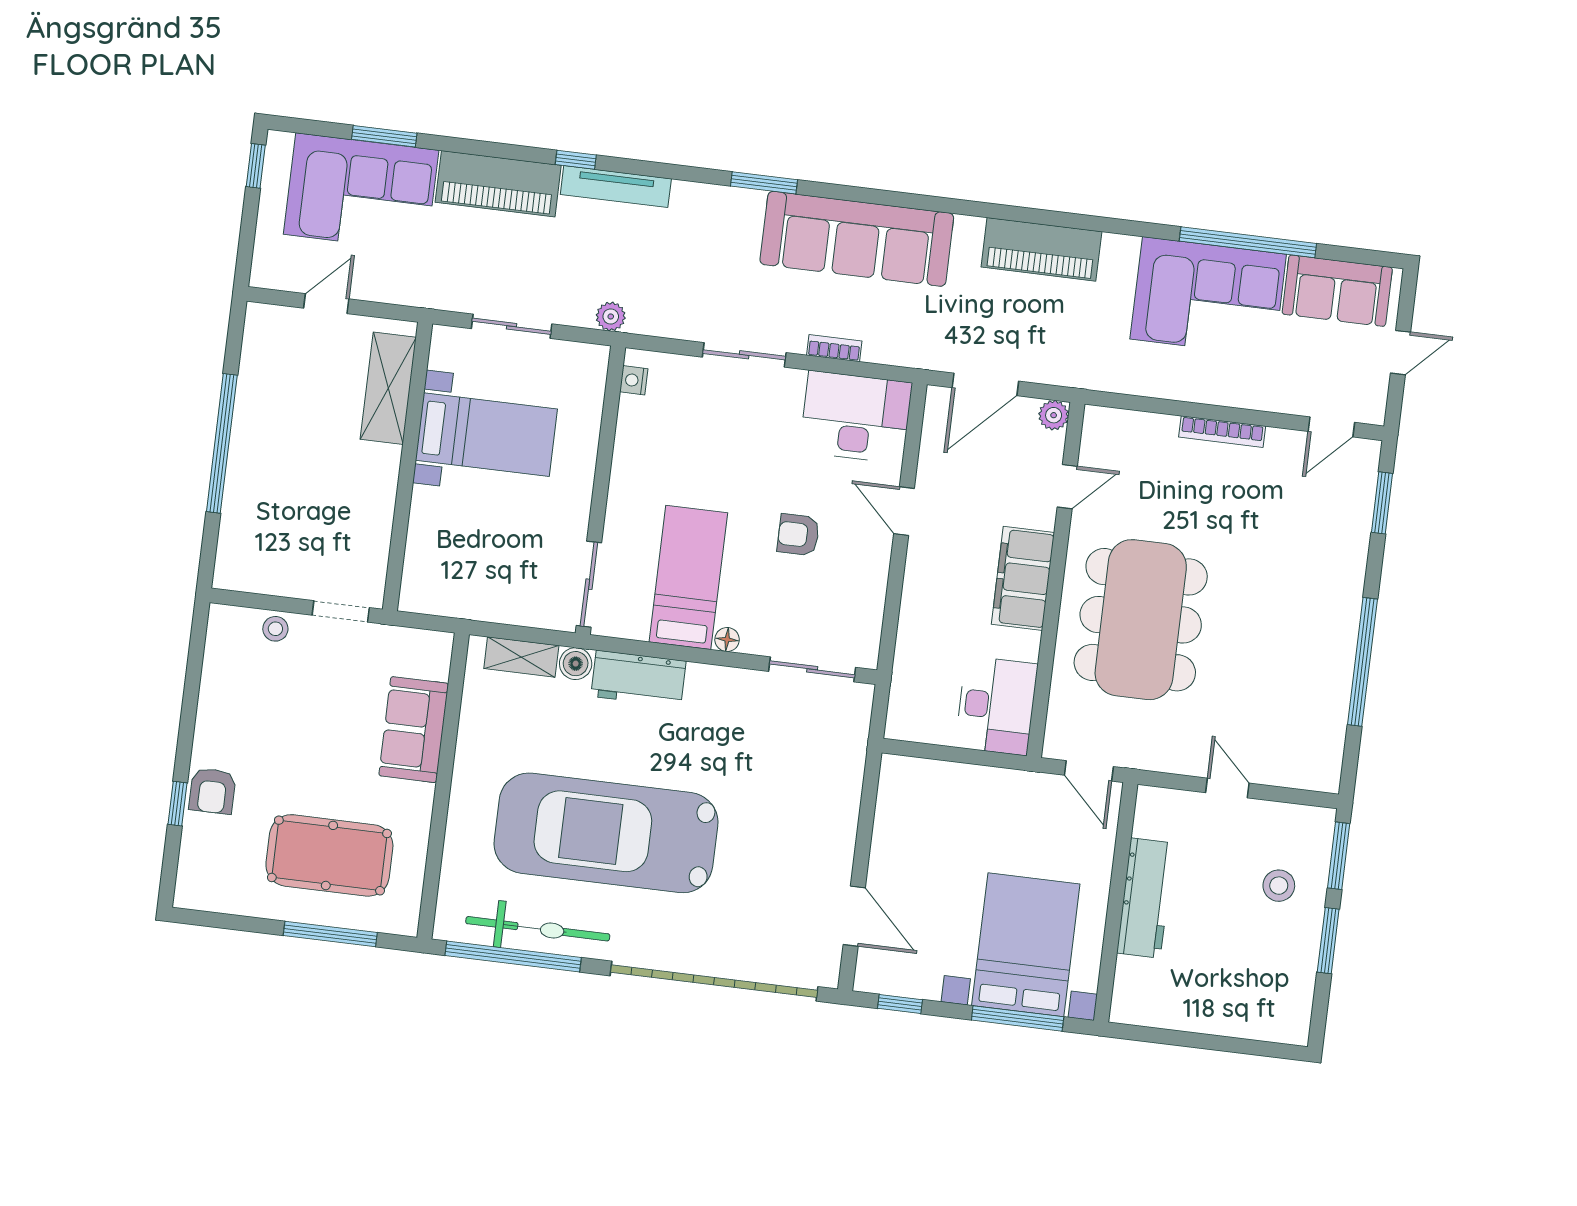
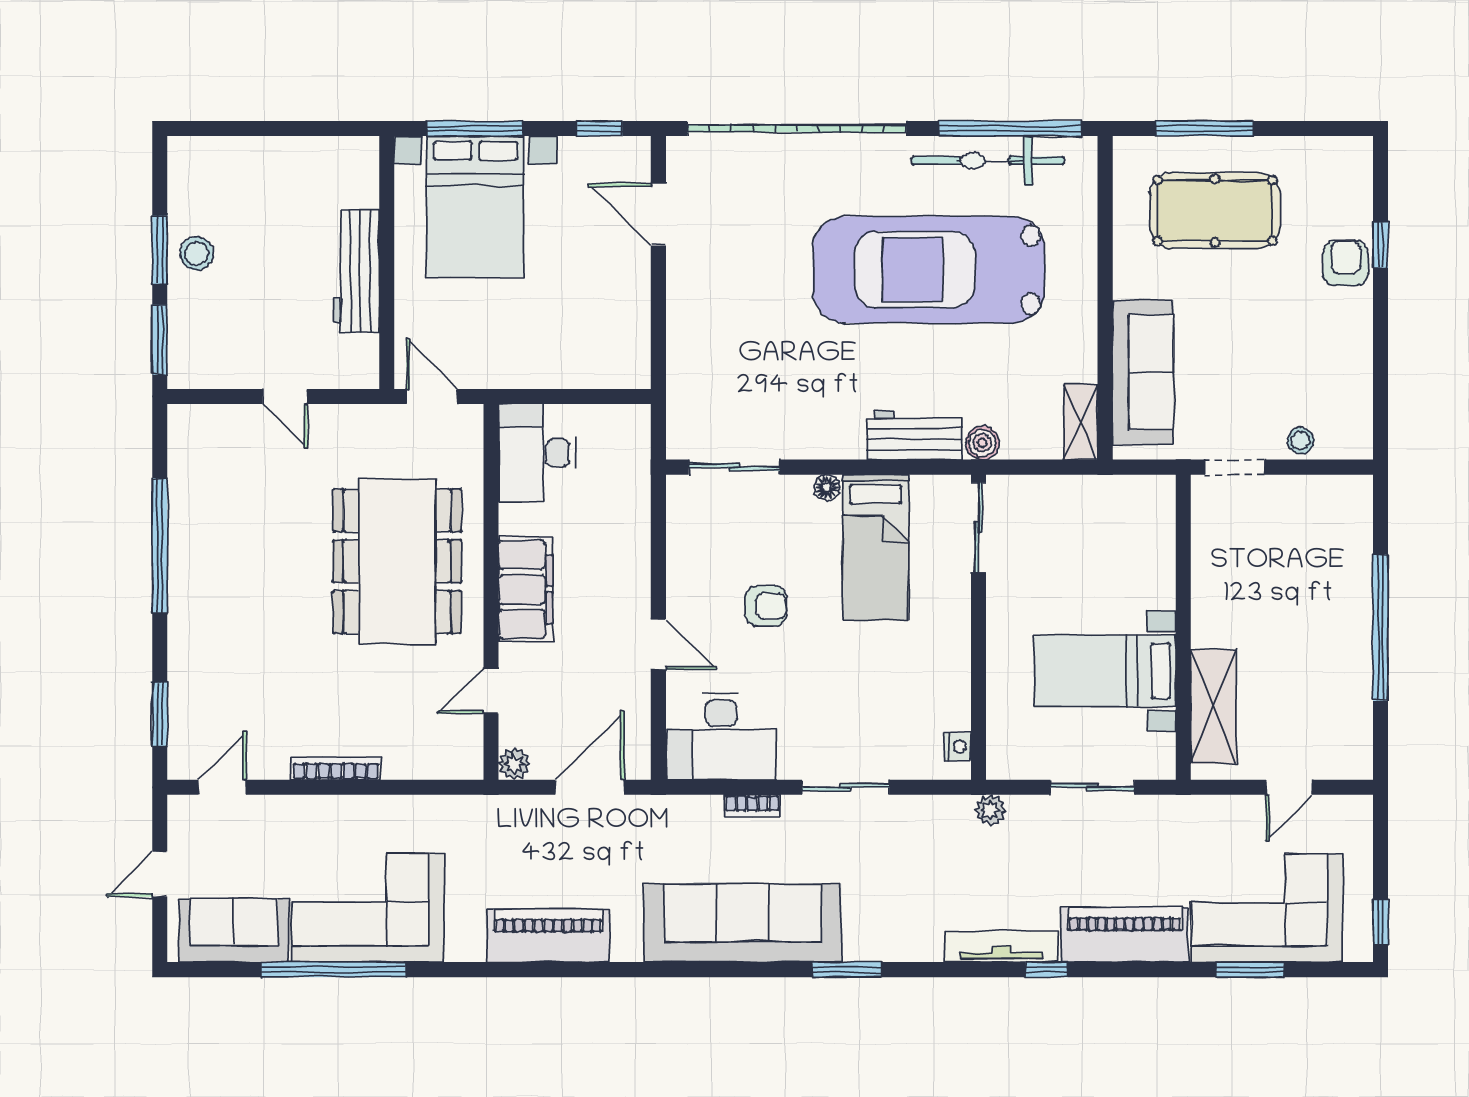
shelving: (521, 657) -> (1081, 422), moved, turned 90
sofa: (414, 730) -> (1143, 372), width x1.36
car: (606, 833) -> (929, 270), turned 180
stool: (1279, 886) -> (197, 254), moved

